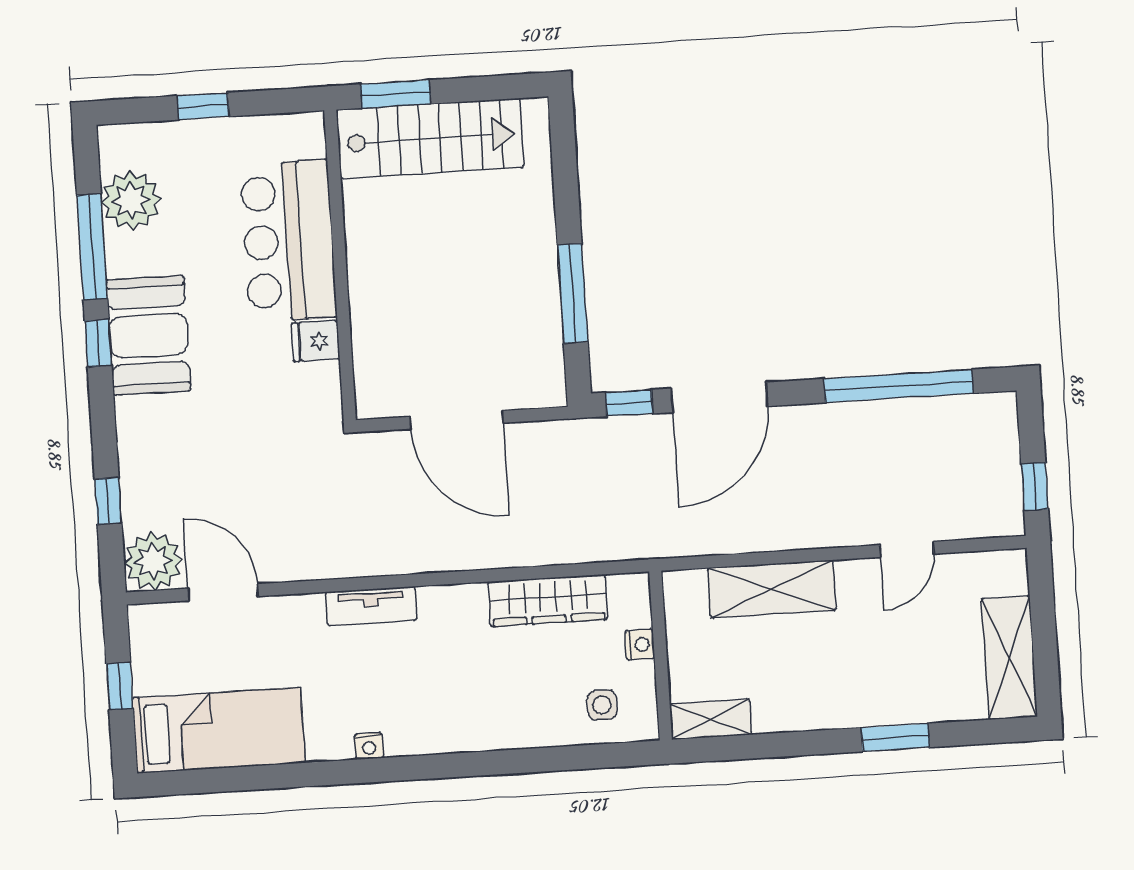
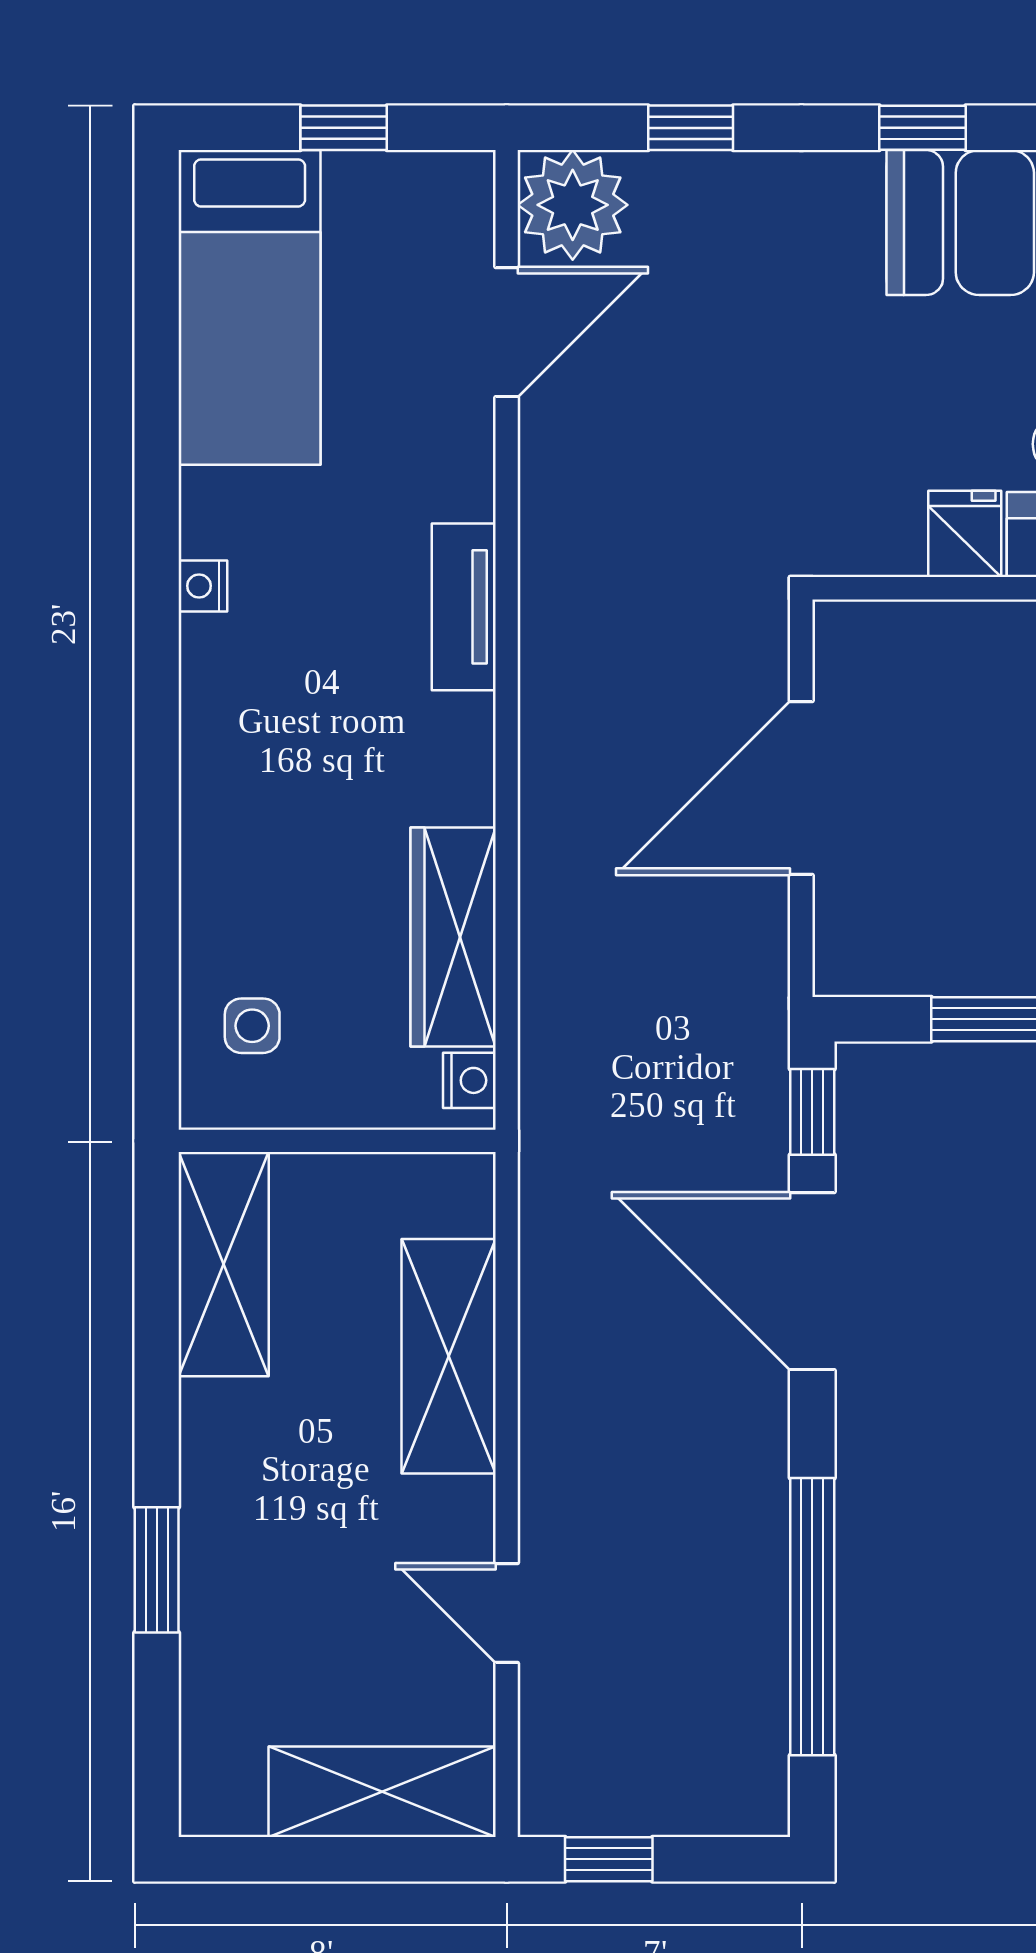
window: (98, 343) -> (923, 128), moved
nightstand: (640, 645) -> (469, 1080), moved, turned -90
shelving: (1009, 658) -> (382, 1792), moved
shelving: (711, 719) -> (224, 1264), width x1.50, depth x1.33

